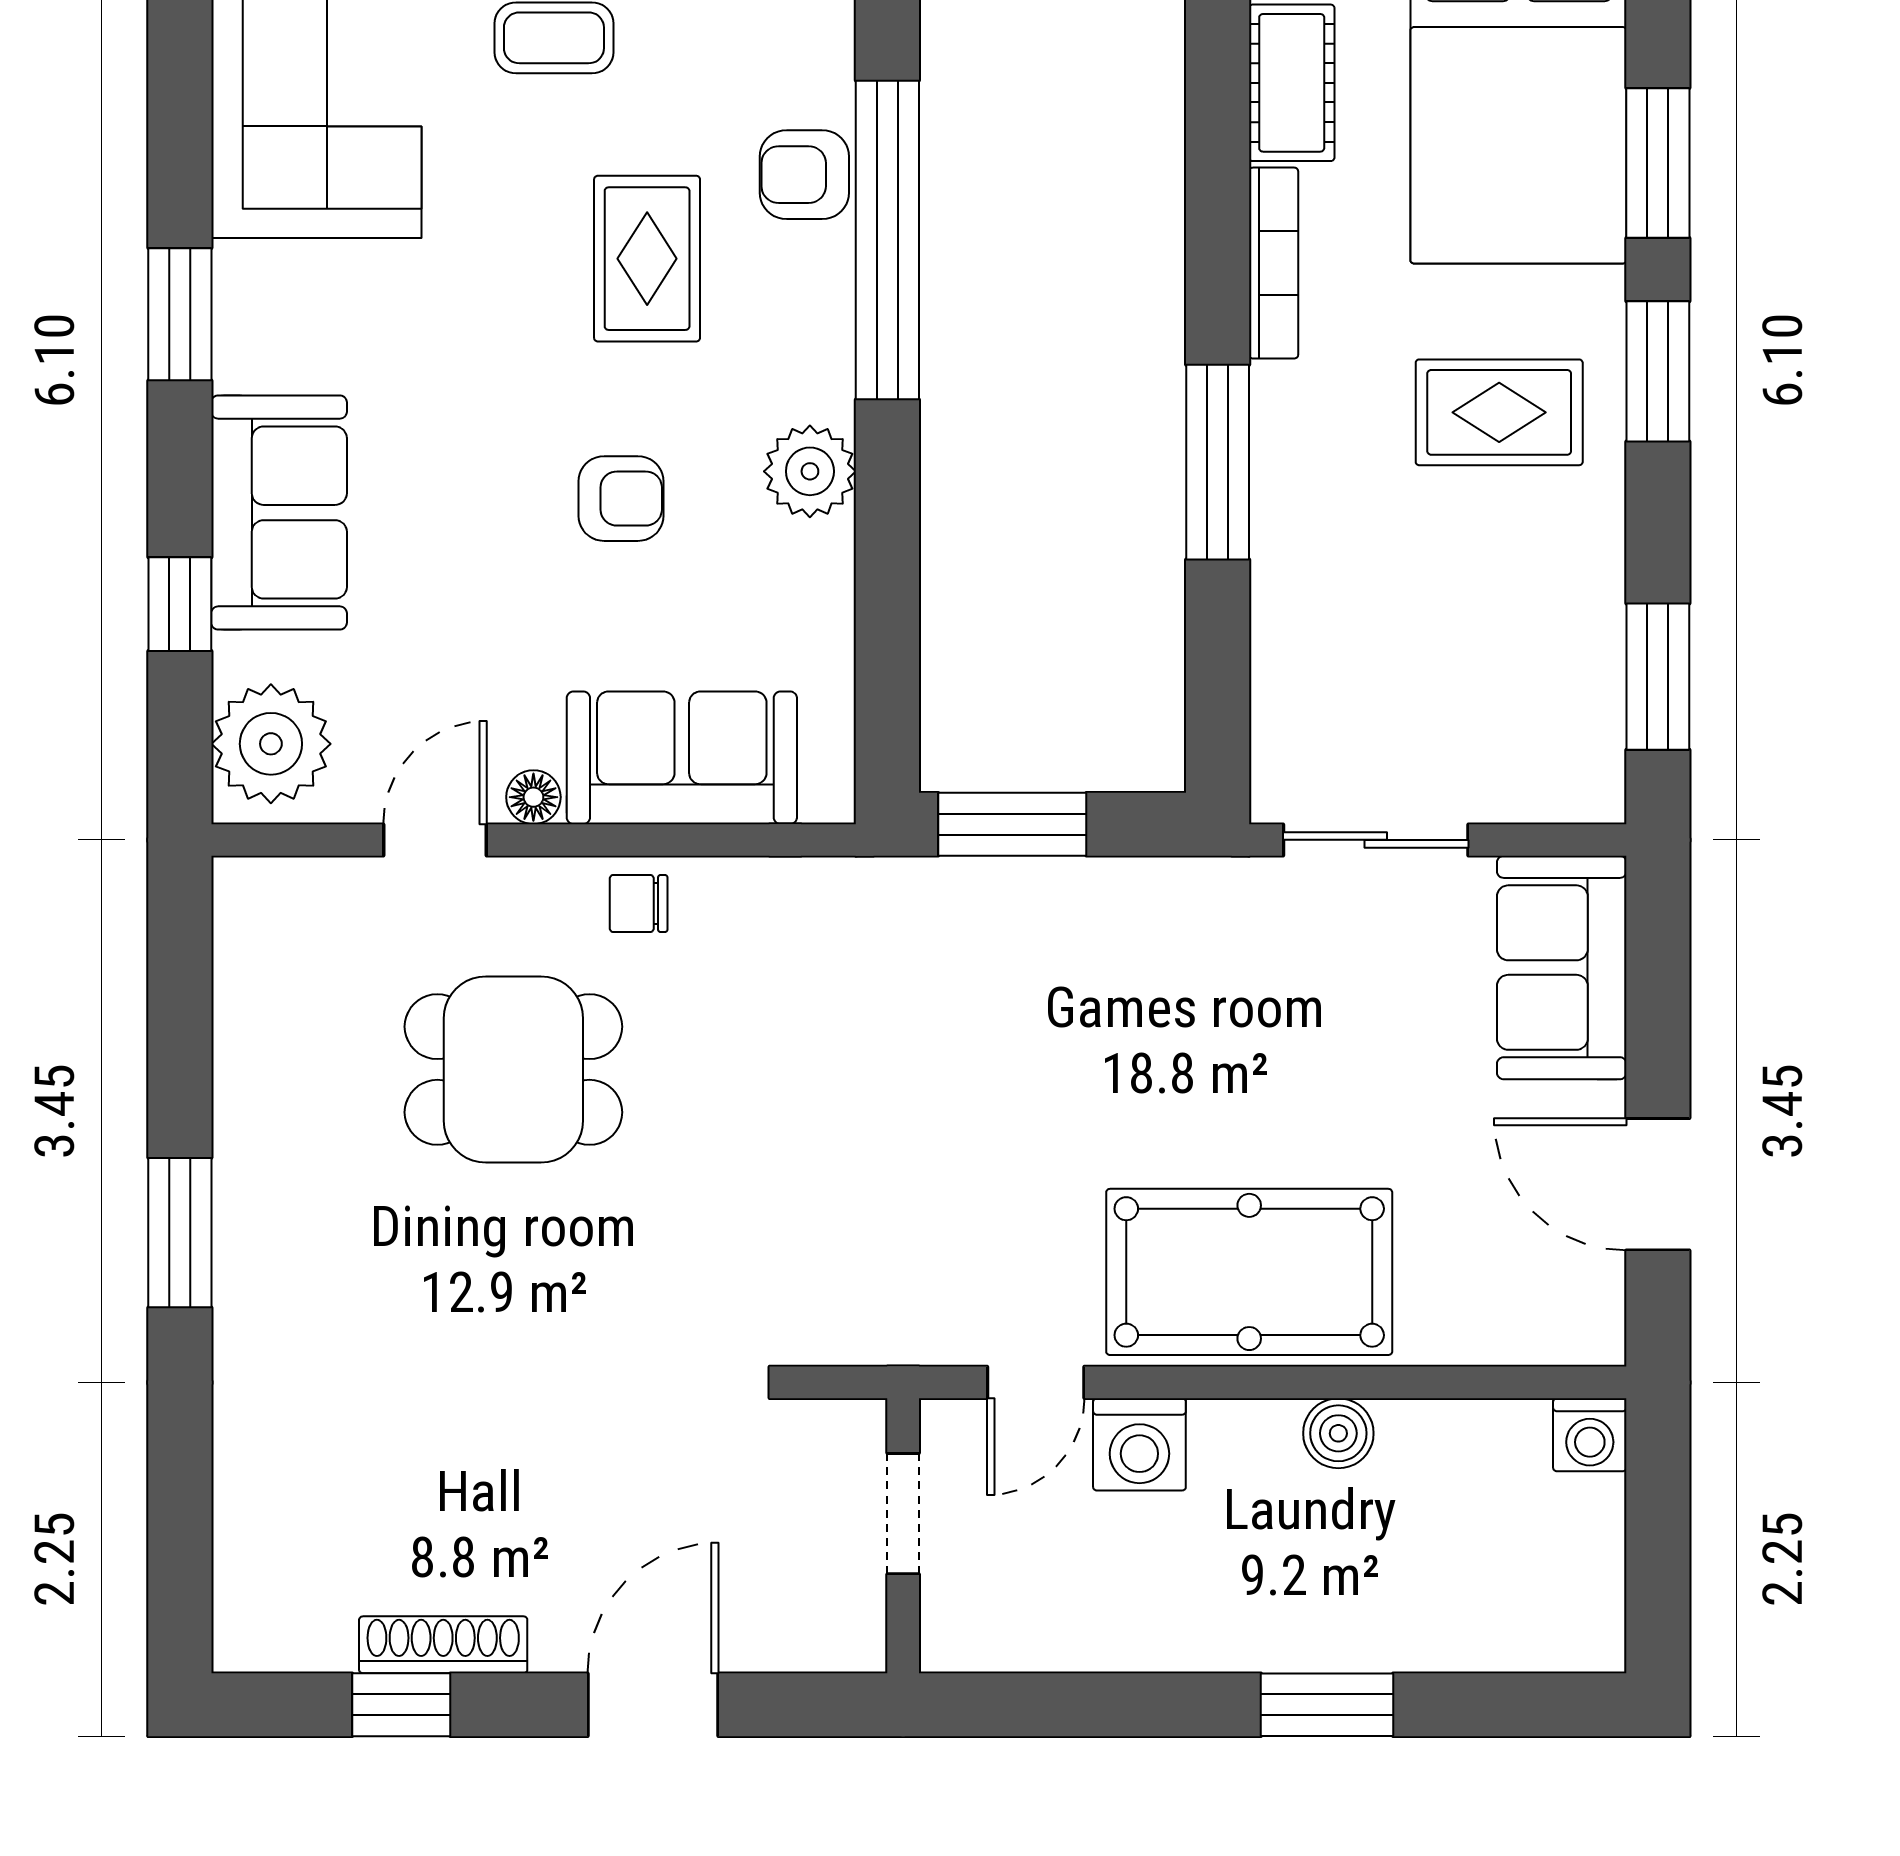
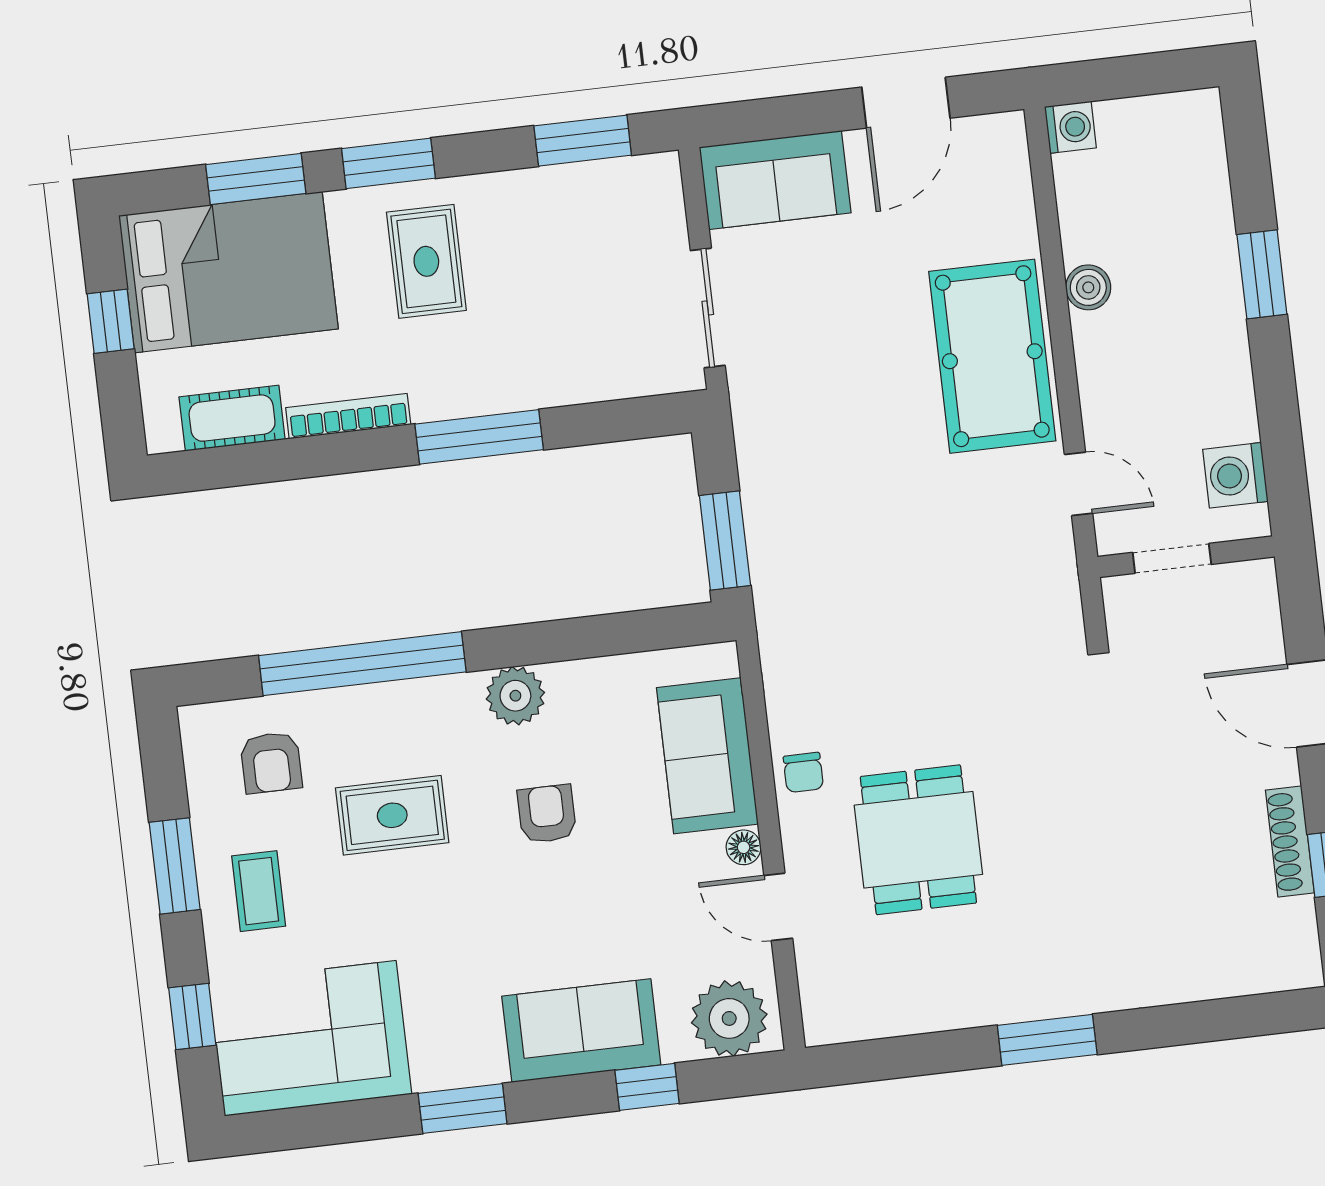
armchair: (804, 175) -> (271, 763), moved
washing machine: (1139, 1444) -> (1235, 475), moved, turned 180

